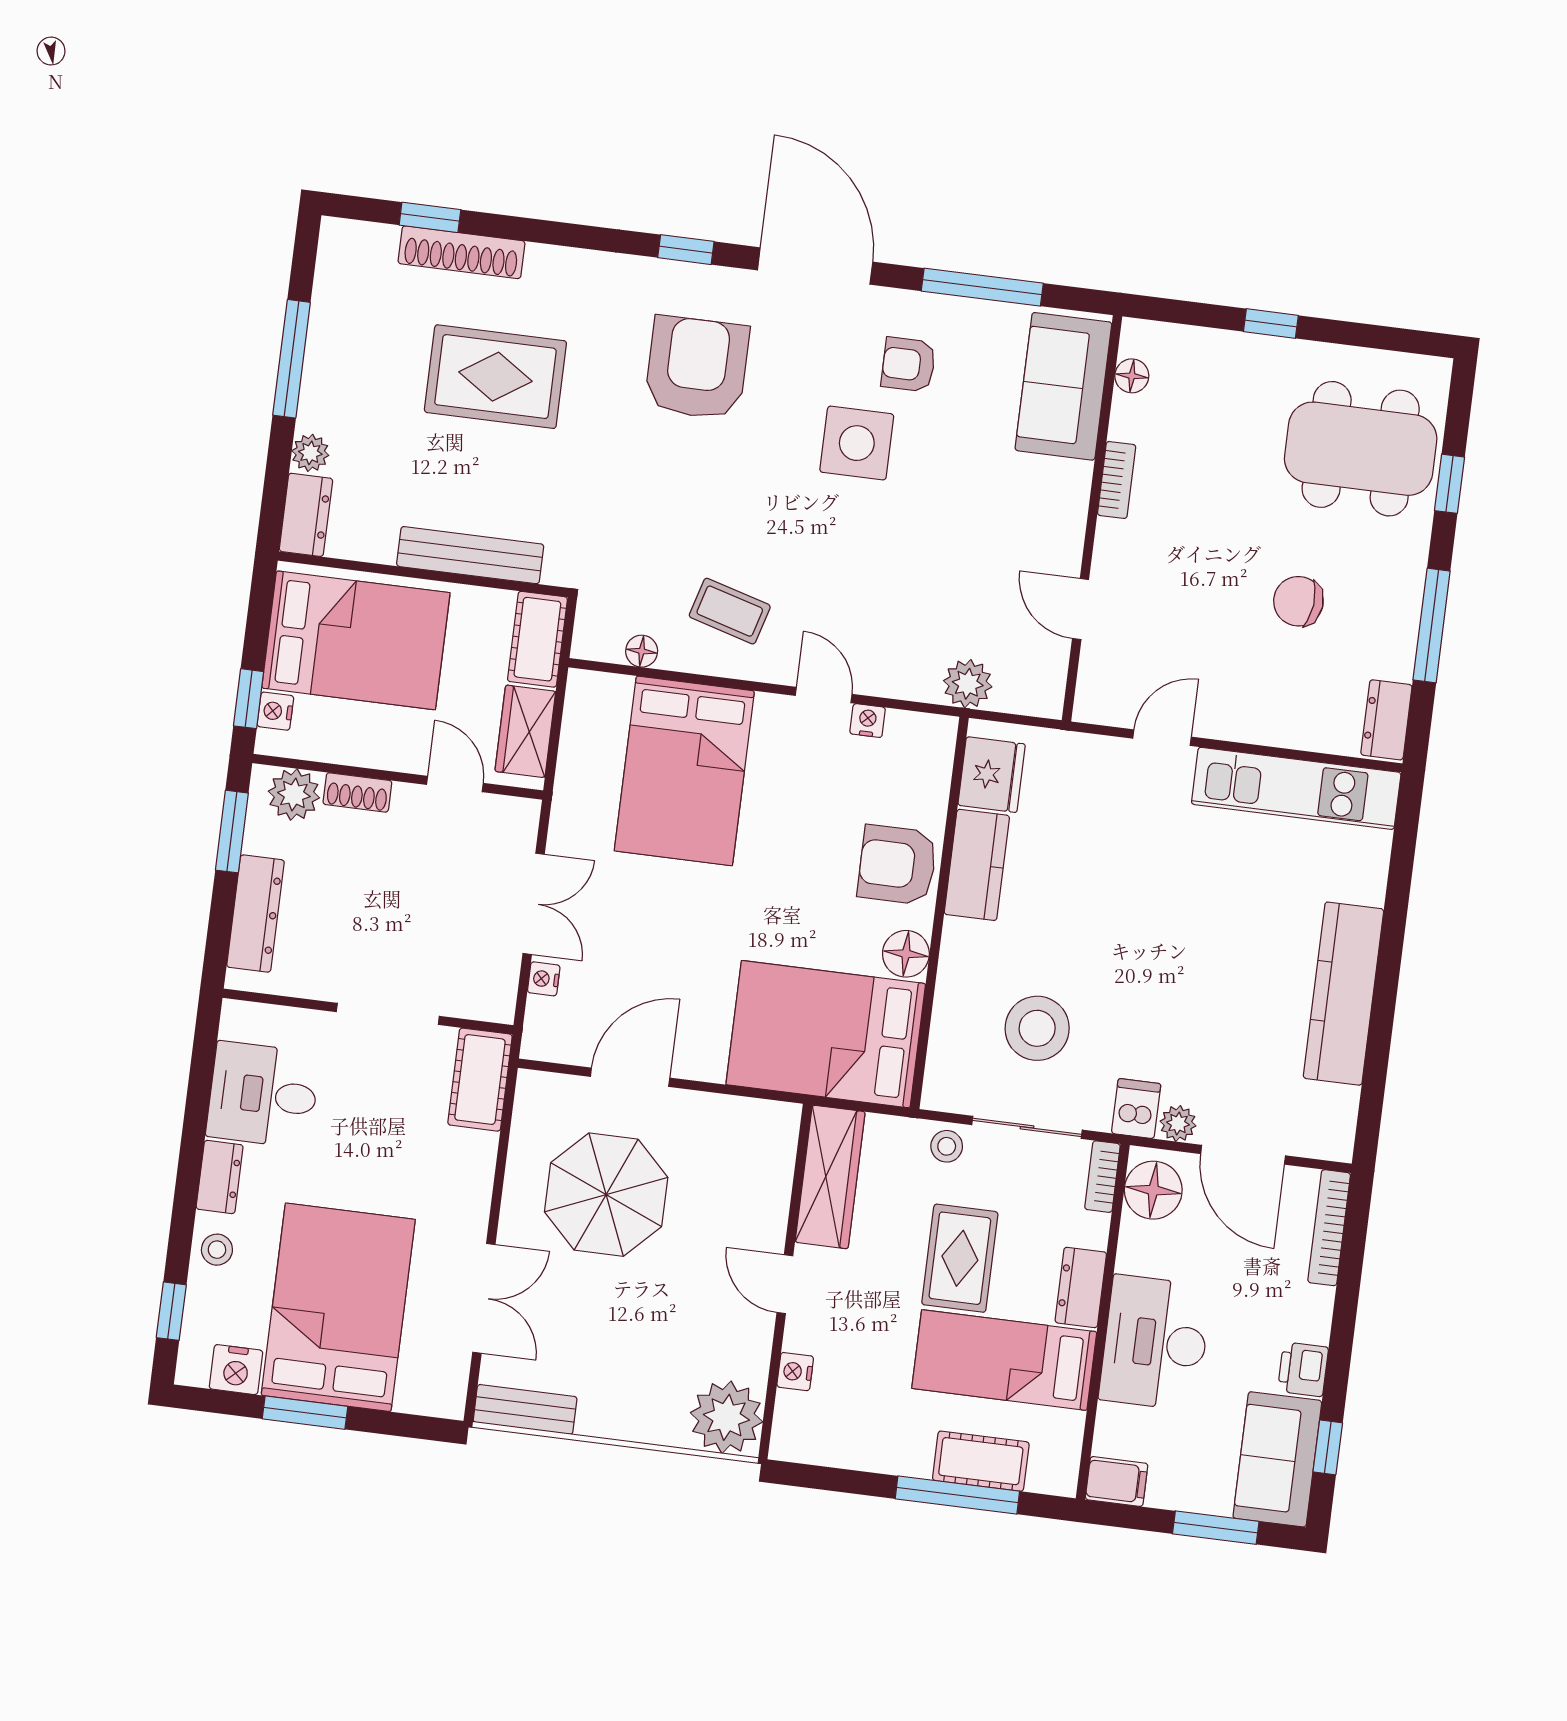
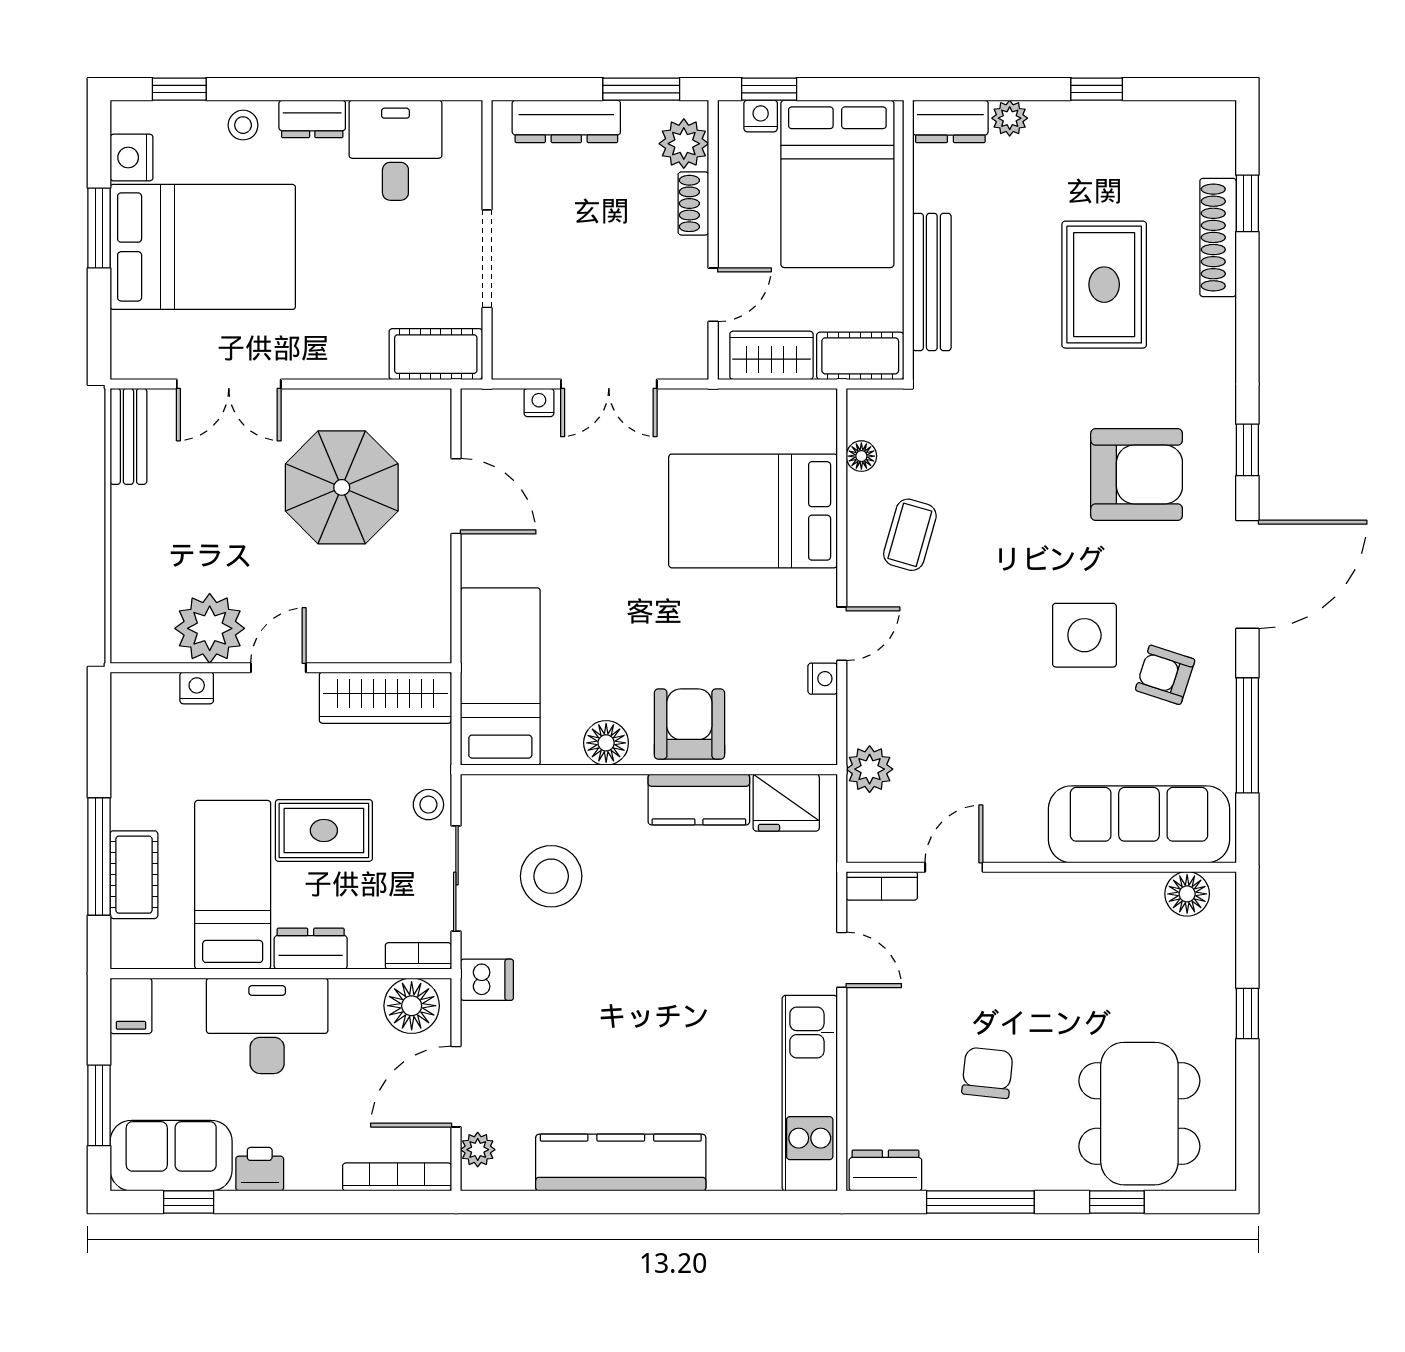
window: (292, 359) -> (1097, 89), width x0.46
armchair: (909, 365) -> (1165, 675), turned -72
floor lamp: (1132, 376) -> (1187, 894), width x1.37, depth x1.37
sofa: (1063, 386) -> (1139, 824), width x1.36
bookcase: (1117, 480) -> (882, 886), moved
bed: (826, 1034) -> (500, 677), width x0.67
plant: (1178, 1123) -> (478, 1150), moved
plant: (726, 1417) -> (210, 628), moved

